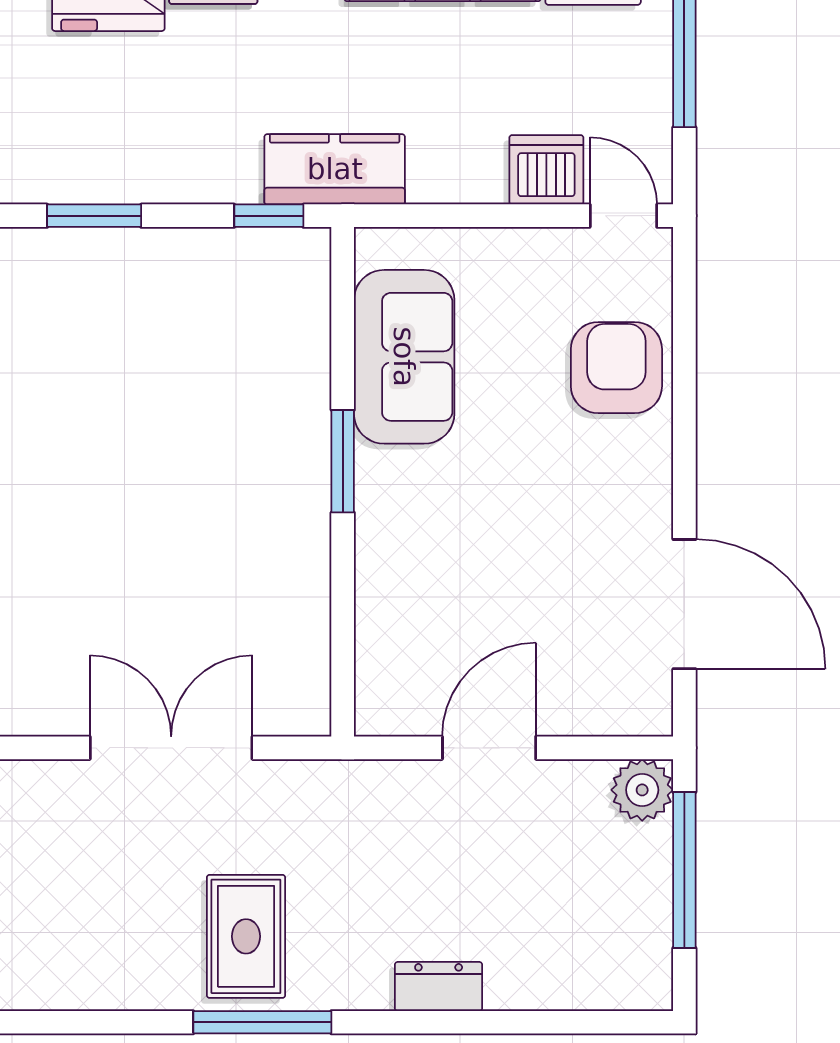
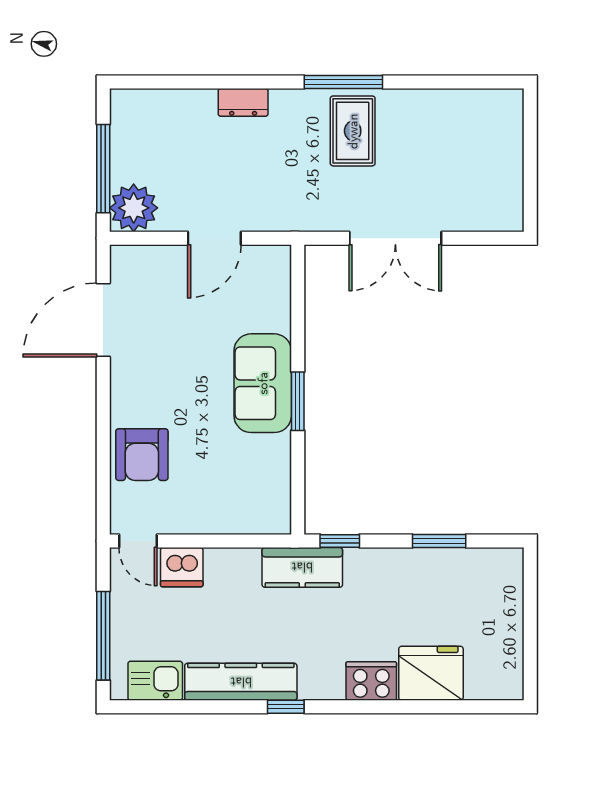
sofa: (404, 357) -> (263, 383), moved
door: (684, 604) -> (103, 320), hinge flipped
plant: (642, 790) -> (134, 208), width x1.36, depth x1.36

